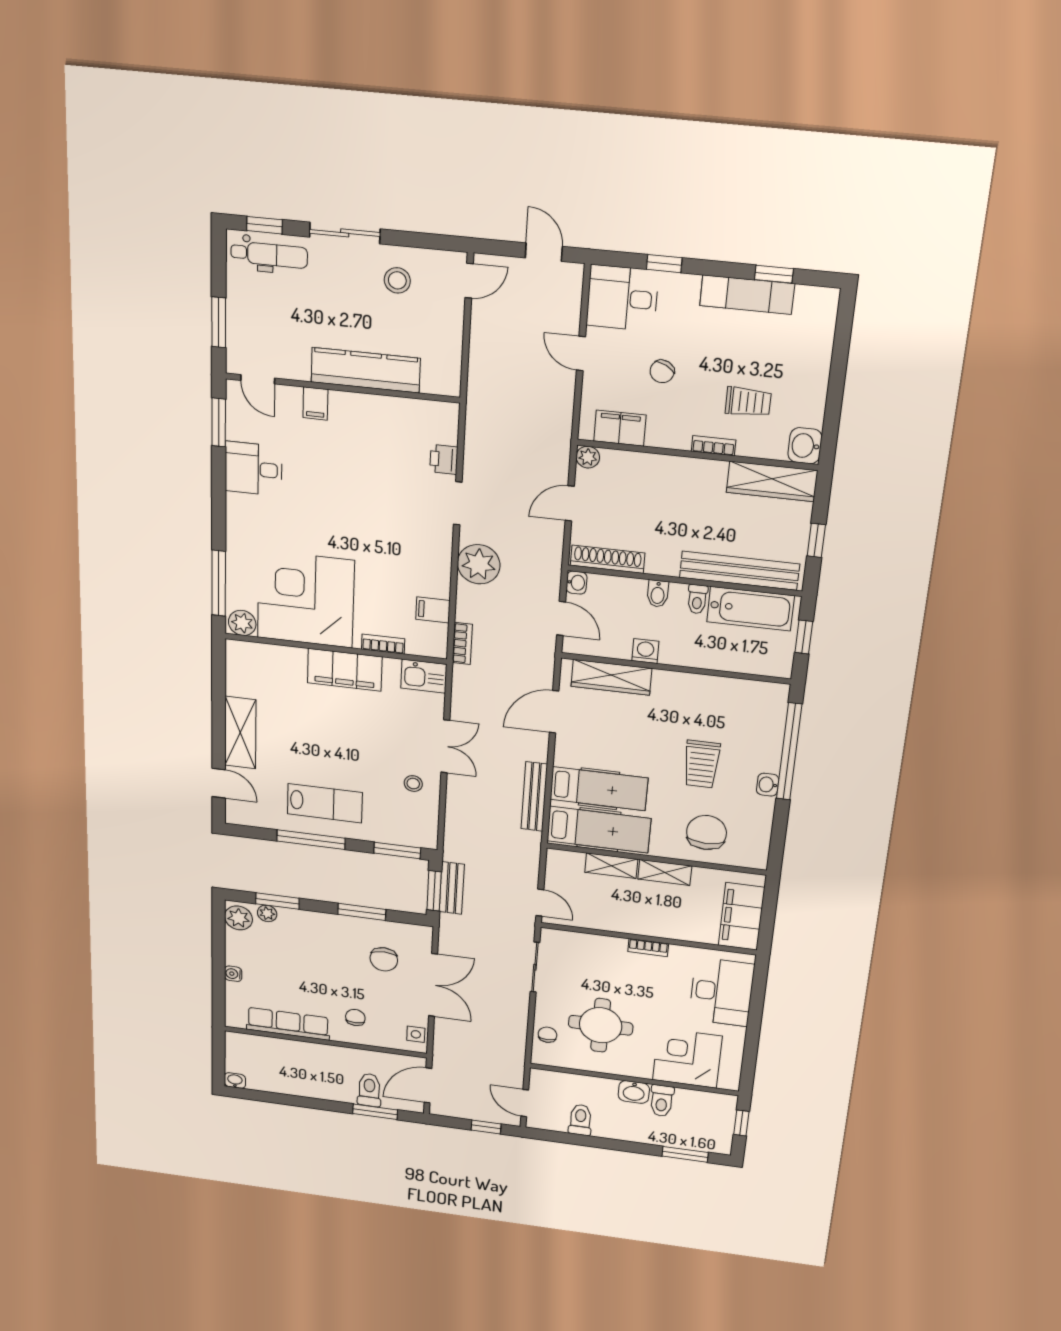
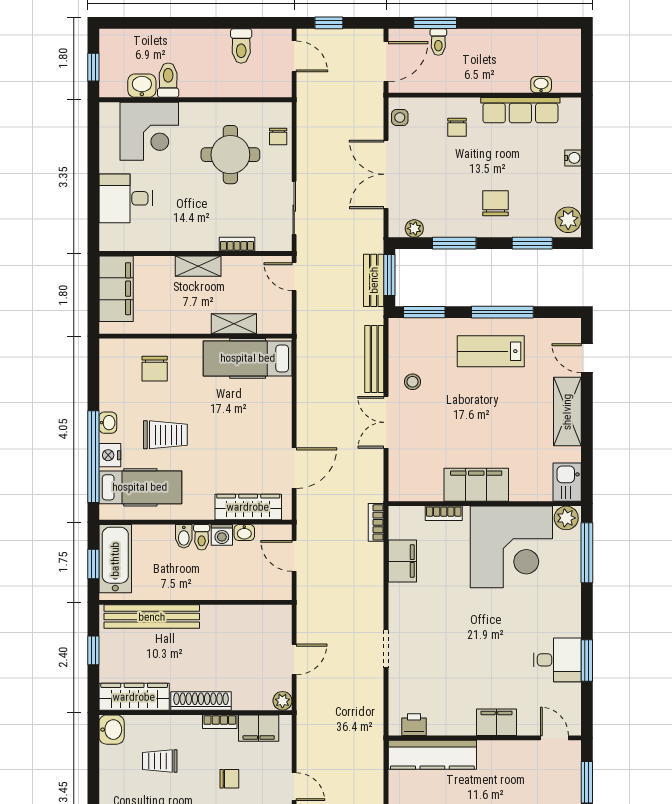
kitchen counter: (366, 370) -> (432, 755), moved
chair: (662, 371) -> (229, 779), turned 62
filing cabinet: (315, 404) -> (496, 722), width x2.00
window: (219, 422) -> (587, 660), moved
bookcase: (714, 446) -> (220, 722), moved
printer: (444, 459) -> (414, 725), moved, turned -90
shoe rack: (608, 559) -> (201, 701), moved, turned 180
plant: (479, 564) -> (366, 597), removed
washbasin: (576, 583) -> (244, 533), moved, turned -90
bidet: (658, 594) -> (184, 536), moved, turned 180
toilet: (697, 599) -> (202, 537), moved, turned 180
bathtub: (750, 609) -> (115, 559), moved, turned 90
filing cabinet: (433, 610) -> (402, 561), width x2.00
kitchen sink: (424, 676) -> (567, 482), moved, turned -90
nightstand: (769, 751) -> (110, 455), added
trolley: (701, 764) -> (165, 435), turned 90
hospital bed: (599, 789) -> (140, 487), moved, turned 180
bench: (534, 797) -> (374, 359), moved
chair: (706, 833) -> (155, 369), width x0.73, depth x0.73
shelving: (665, 872) -> (198, 266), moved
plant: (267, 913) -> (414, 229), moved
bookcase: (648, 948) -> (237, 244), moved
chair: (384, 959) -> (495, 203), moved
desk: (722, 992) -> (126, 198), width x0.73
washbasin: (235, 1080) -> (541, 85), moved, turned 180
toilet: (369, 1090) -> (438, 42), width x0.73, depth x0.72
washbasin: (634, 1092) -> (142, 86), moved
window: (685, 1154) -> (141, 23), removed

